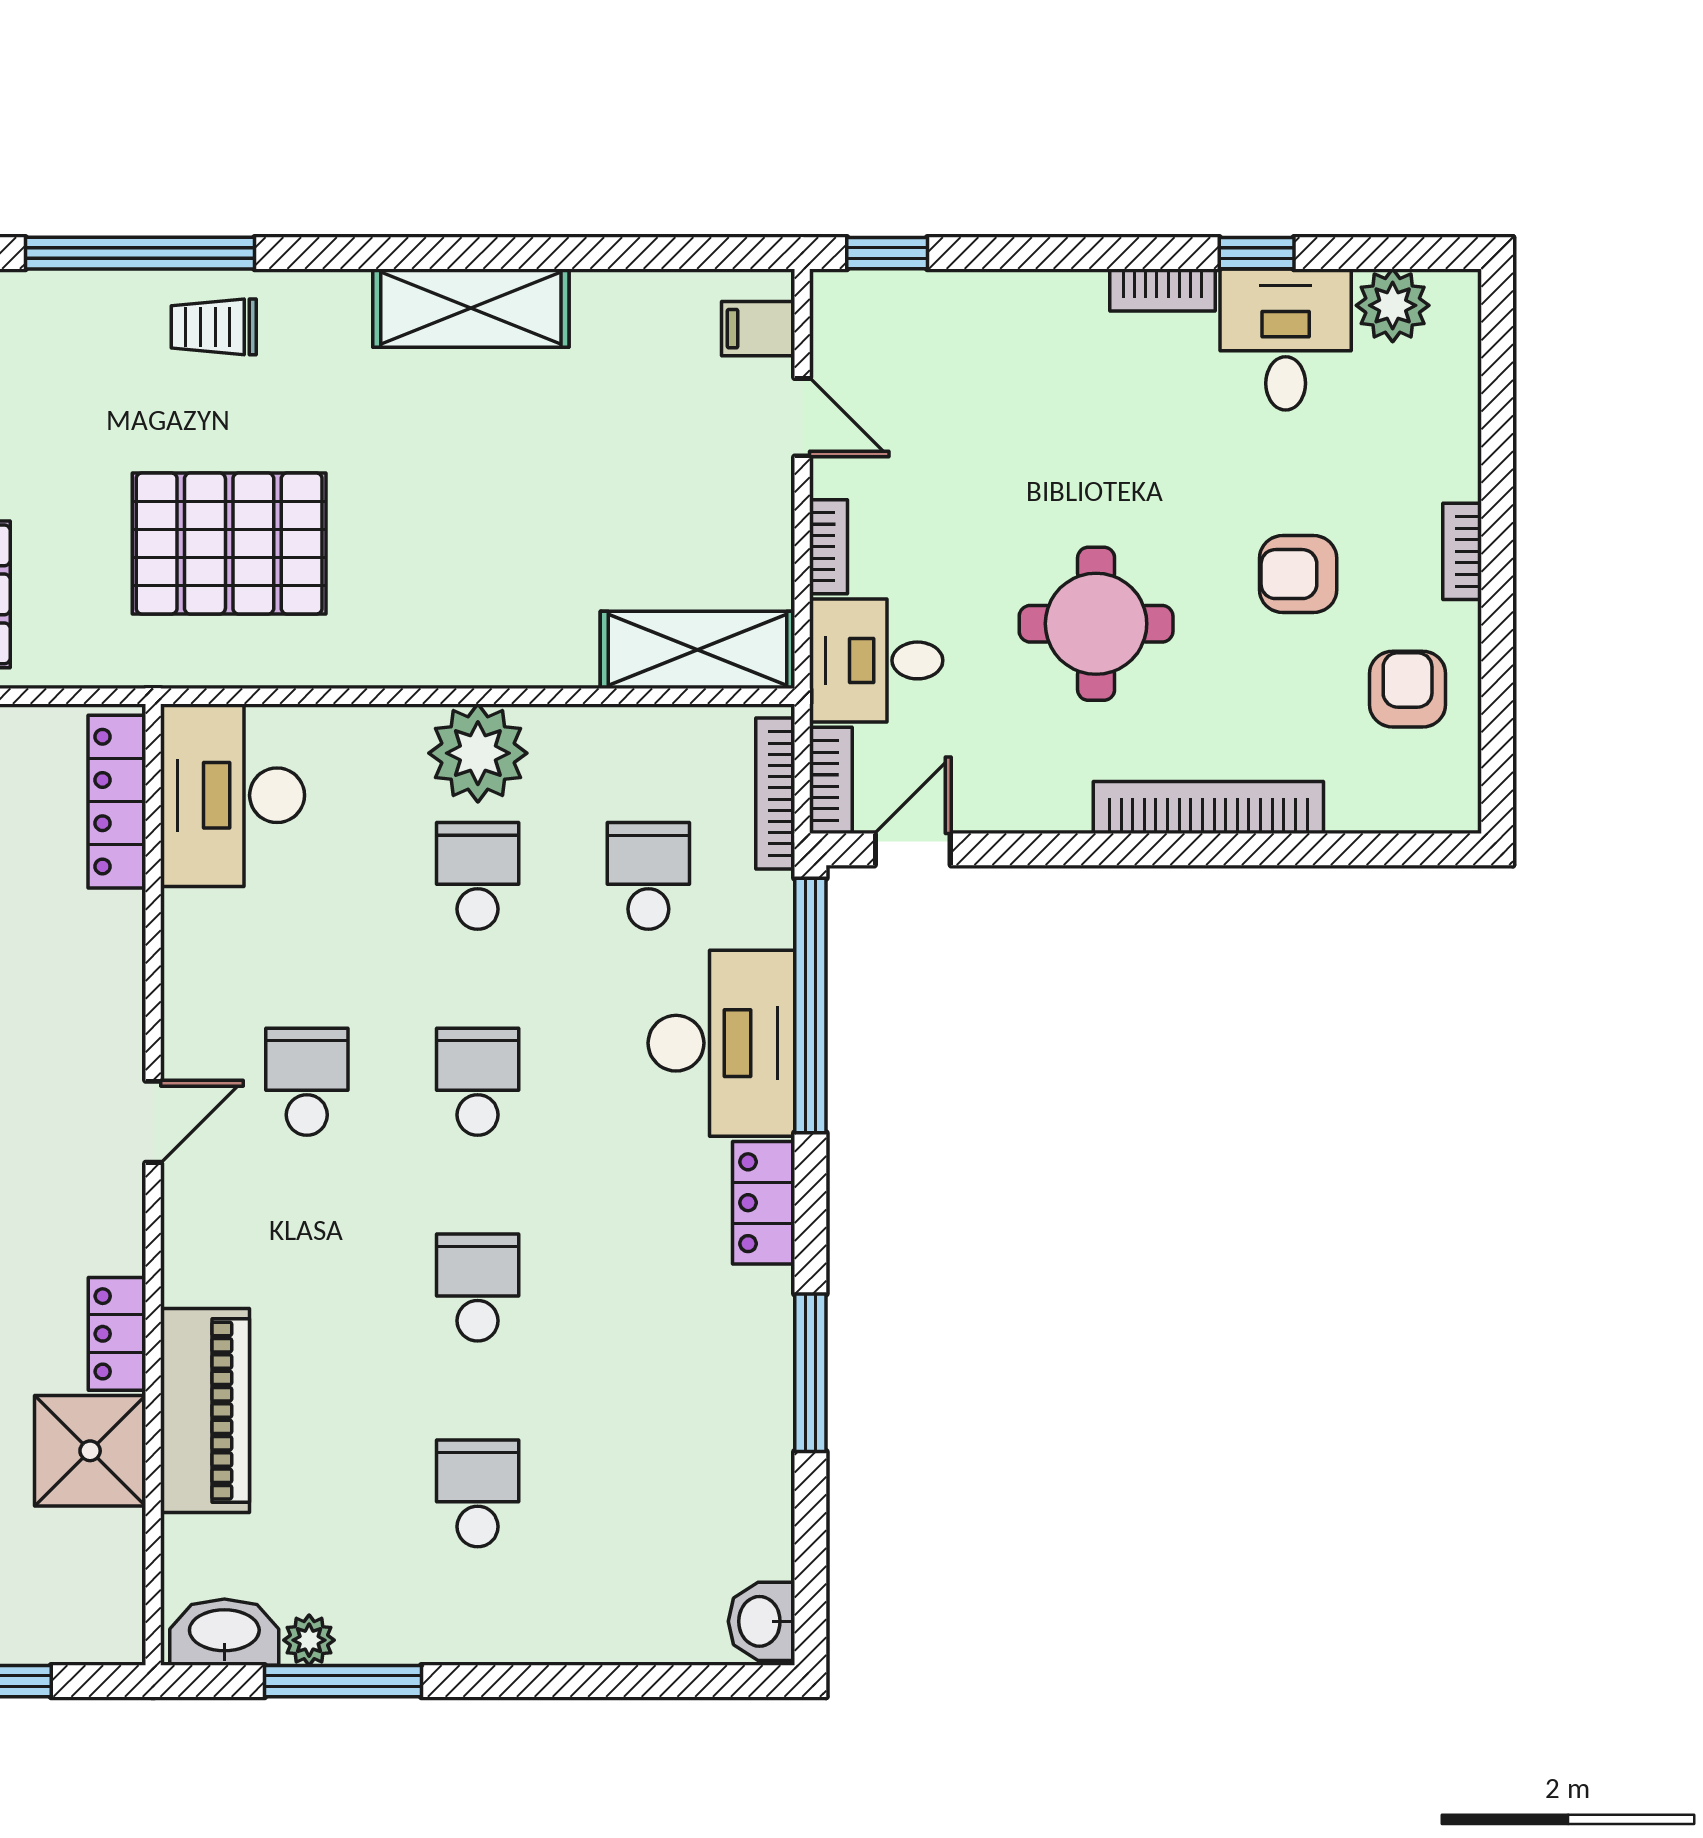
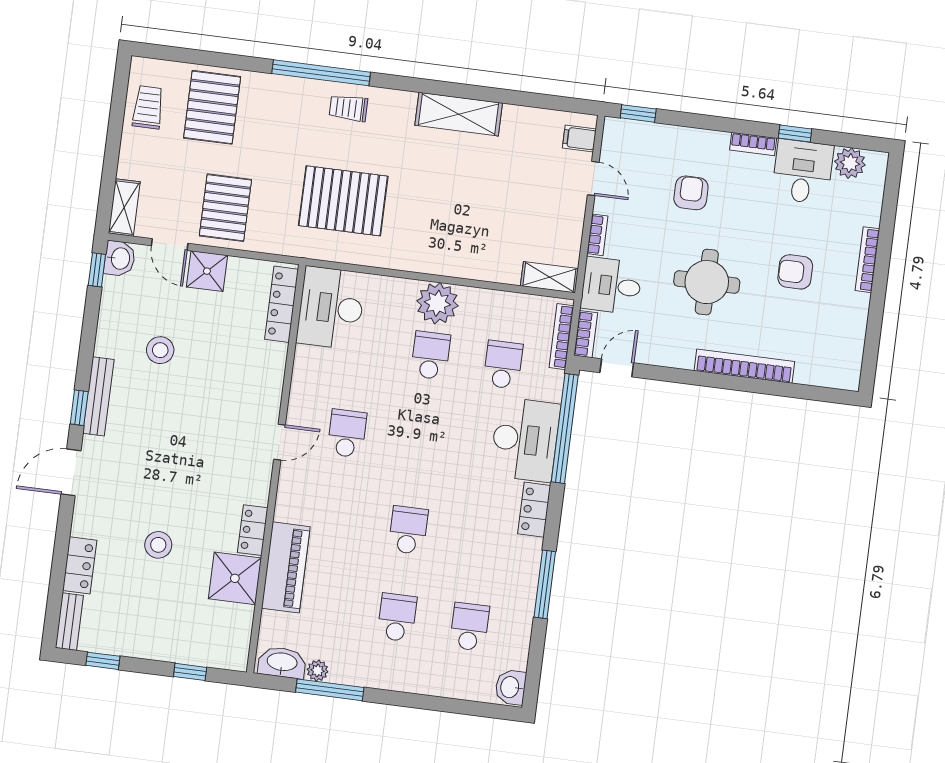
bookcase: (1462, 551) -> (868, 260), width x1.56
shelving: (697, 650) -> (549, 277), width x0.67, depth x0.75
armchair: (1408, 689) -> (691, 193), moved
school desk: (478, 1082) -> (469, 627), moved

